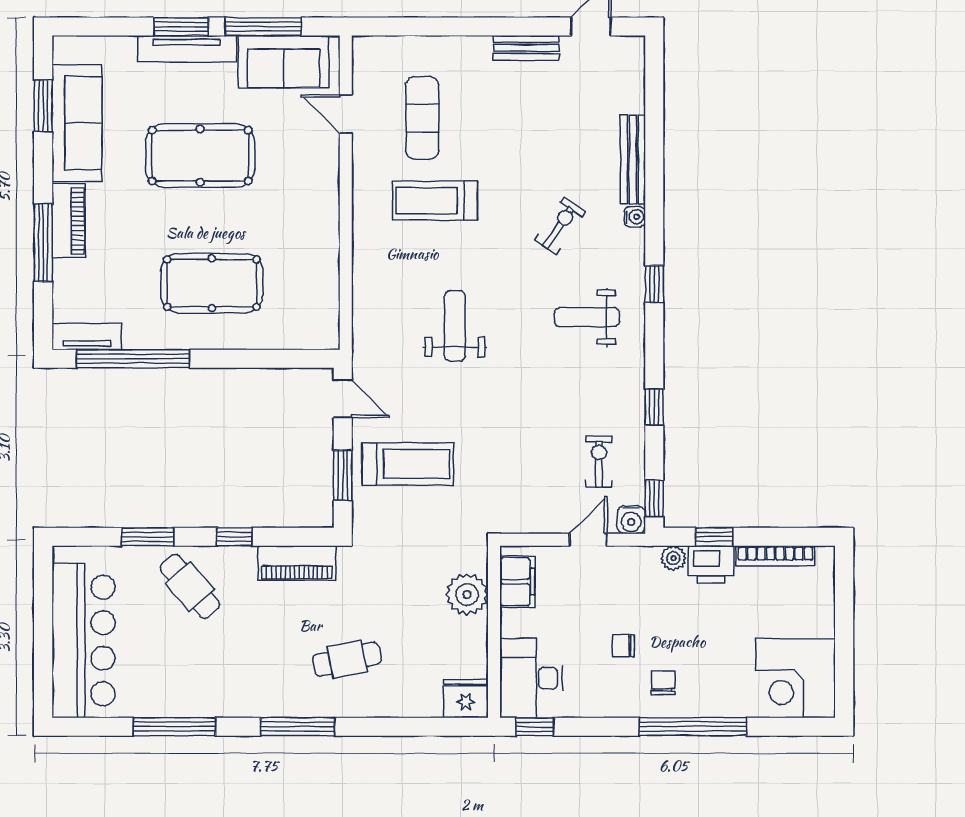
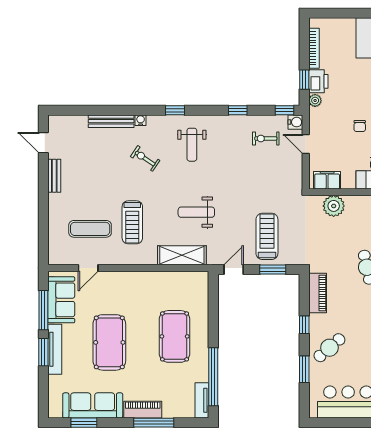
shelving: (371, 298) -> (182, 255), added

